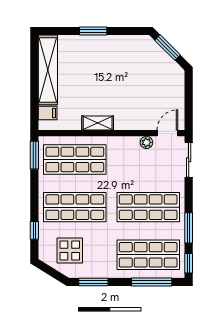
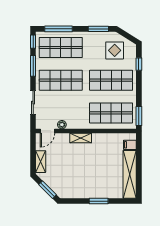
shelving: (178, 89) -> (41, 162), added
shelving: (98, 123) -> (81, 138), moved
sliding door: (189, 160) -> (33, 103), moved

